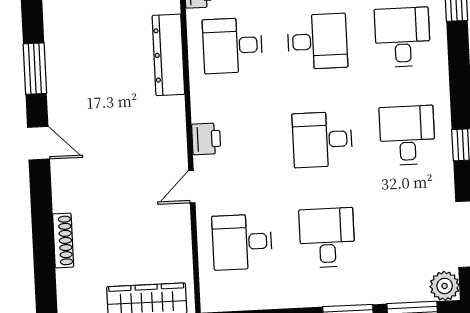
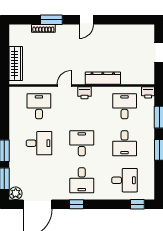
dresser: (168, 55) -> (103, 78), moved
window: (35, 69) -> (51, 20), moved
desk: (407, 135) -> (82, 180), turned 90
door: (192, 187) -> (64, 86), hinge flipped

